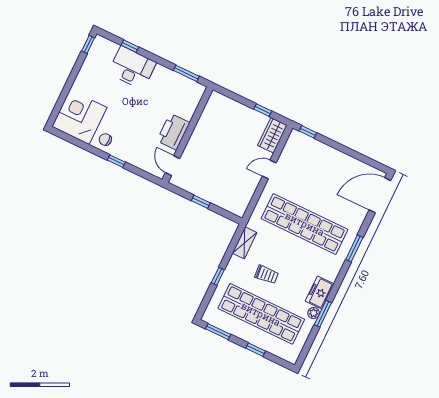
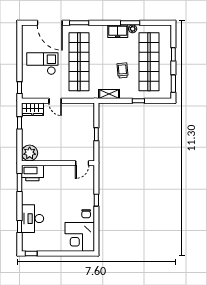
plant: (218, 104) -> (30, 153), added
printer: (173, 132) -> (32, 173), moved
checkout: (325, 176) -> (42, 64), added
door: (380, 195) -> (50, 23), moved

